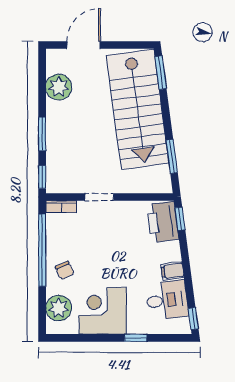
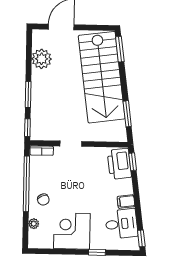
plant: (59, 308) -> (34, 224), width x0.53, depth x0.53

